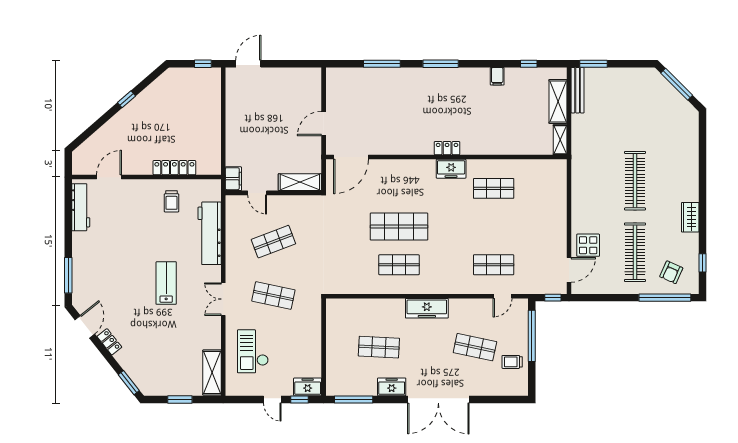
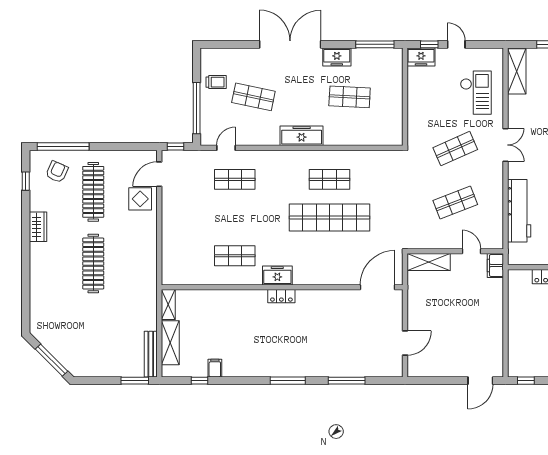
filing cabinet: (497, 76) -> (215, 368), moved
door: (324, 123) -> (405, 343), moved
shop shelf: (399, 227) -> (329, 218), width x1.40
shop shelf: (273, 295) -> (455, 149), turned -36

